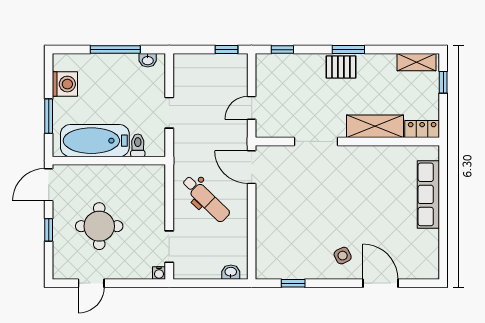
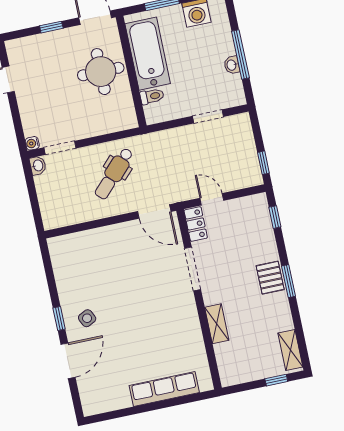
washbasin: (148, 60) -> (232, 65), moved
doorway: (169, 113) -> (208, 116), moved
shelving: (375, 126) -> (217, 324), width x0.67, depth x0.75
locker: (422, 129) -> (196, 224), moved
door: (252, 167) -> (154, 211), swing flipped
round table: (99, 226) -> (101, 72), moved
washbasin: (231, 272) -> (38, 166), moved
window: (293, 283) -> (59, 319), moved

